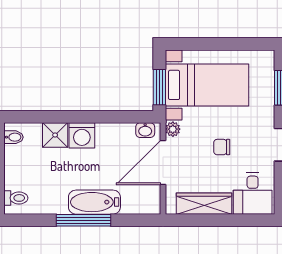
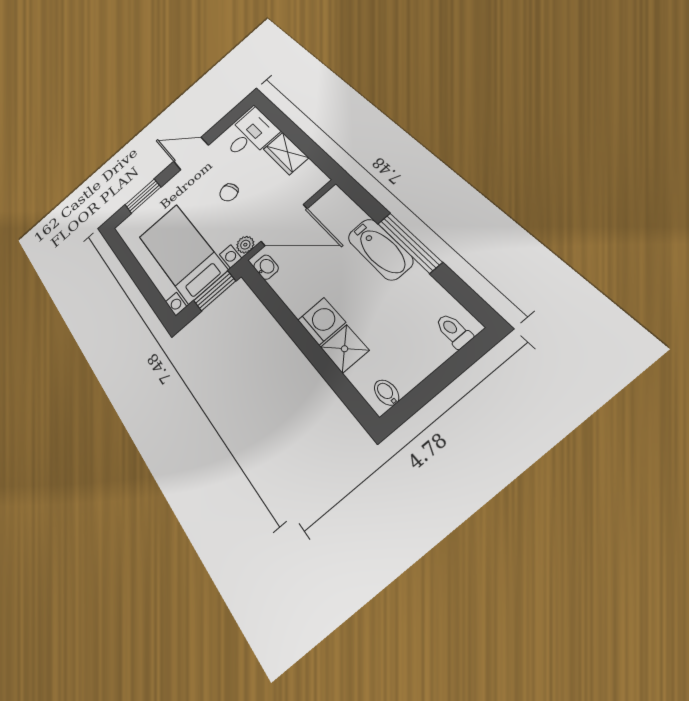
chair: (222, 147) -> (229, 192), turned 71
wardrobe: (204, 204) -> (286, 153), width x0.67

